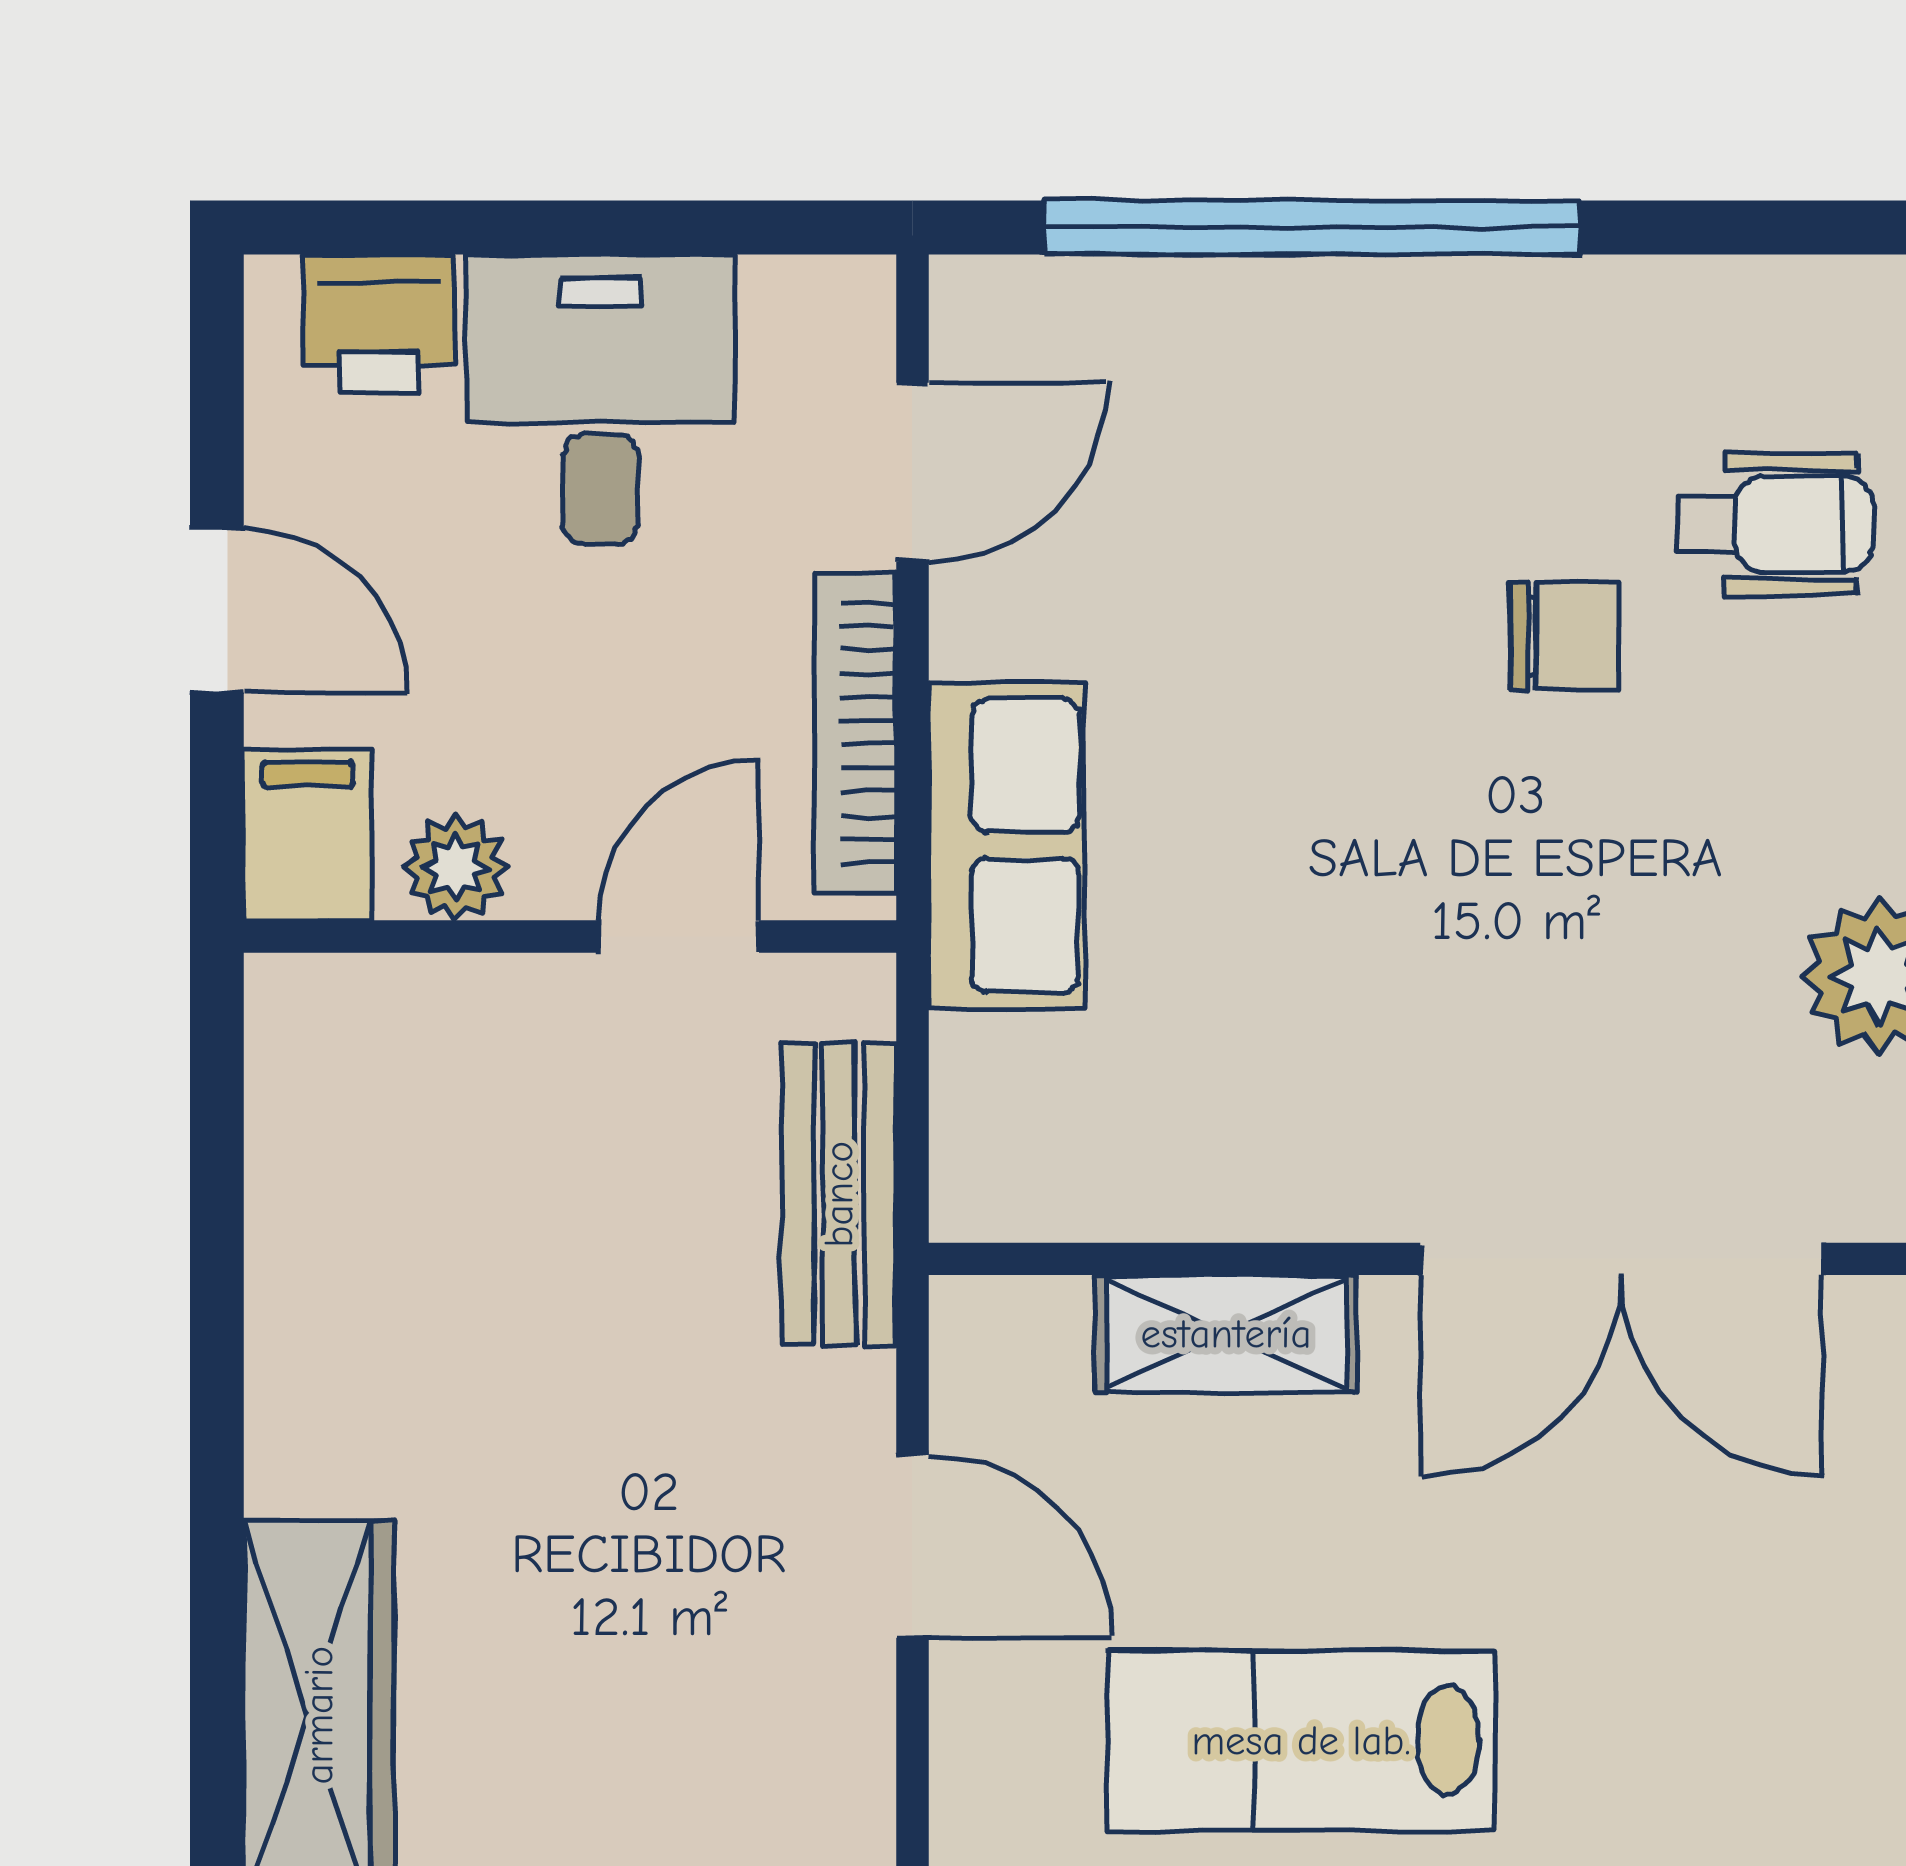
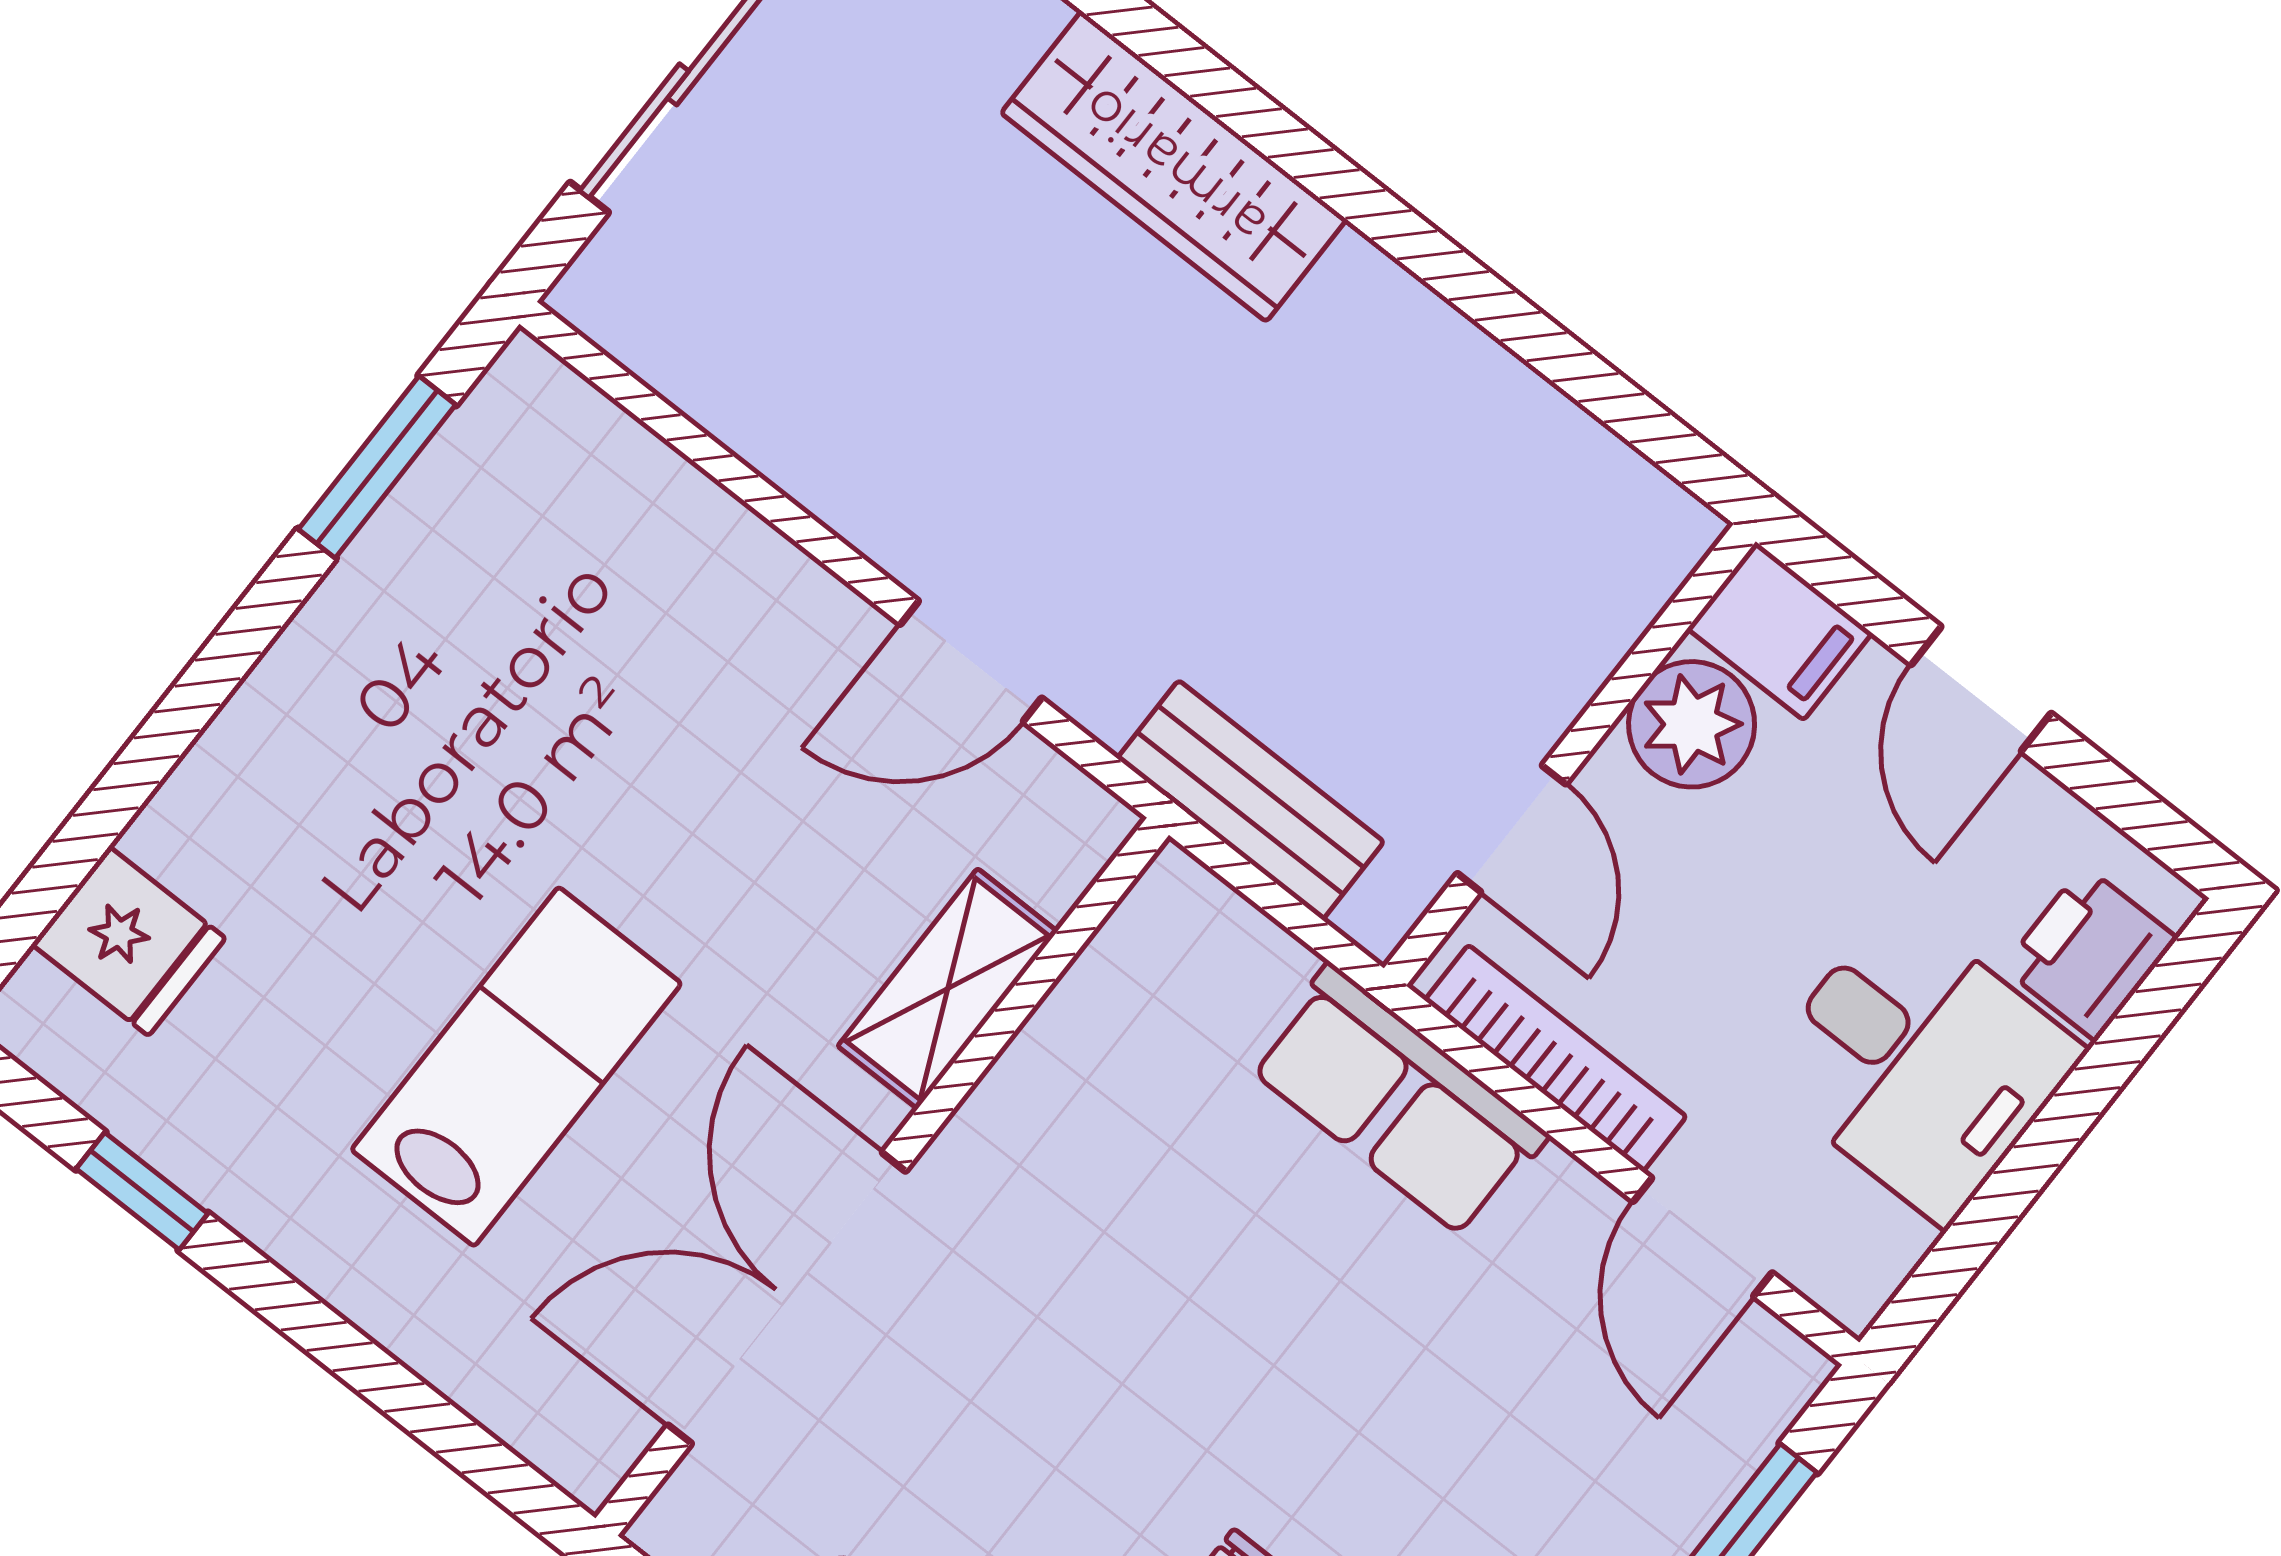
door: (217, 611) -> (1981, 689), hinge flipped
plant: (456, 868) -> (1692, 724), width x1.38, depth x1.38
lab bench: (1301, 1741) -> (516, 1067), moved

